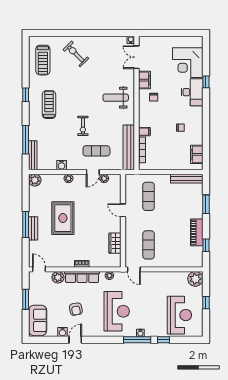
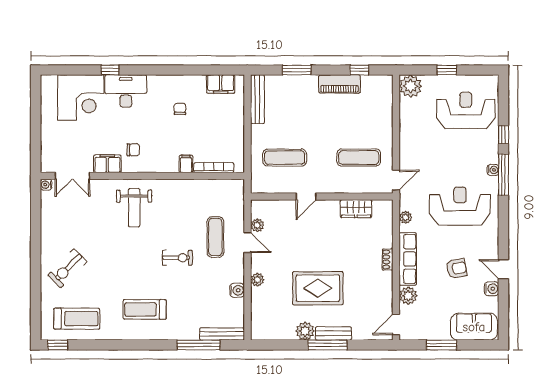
window: (26, 95) -> (58, 345), moved
bench: (129, 147) -> (210, 188), removed
plant: (35, 180) -> (305, 331), moved

